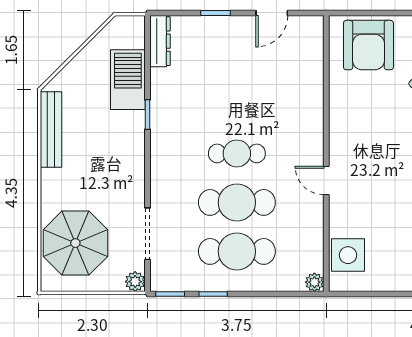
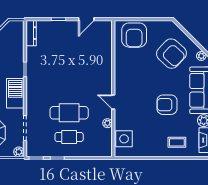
barbecue: (128, 80) -> (15, 93), moved
cafe table: (237, 153) -> (69, 89), removed
cafe table: (237, 251) -> (69, 137), width x0.73, depth x0.74
plant: (314, 282) -> (107, 123), moved

